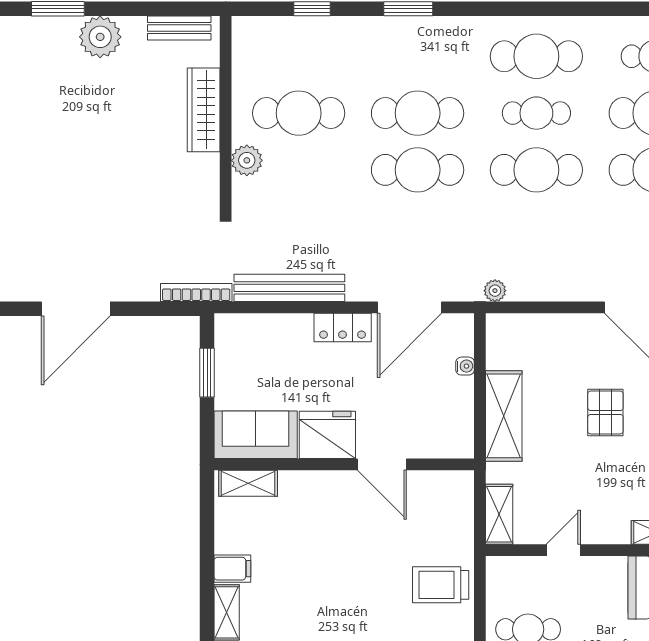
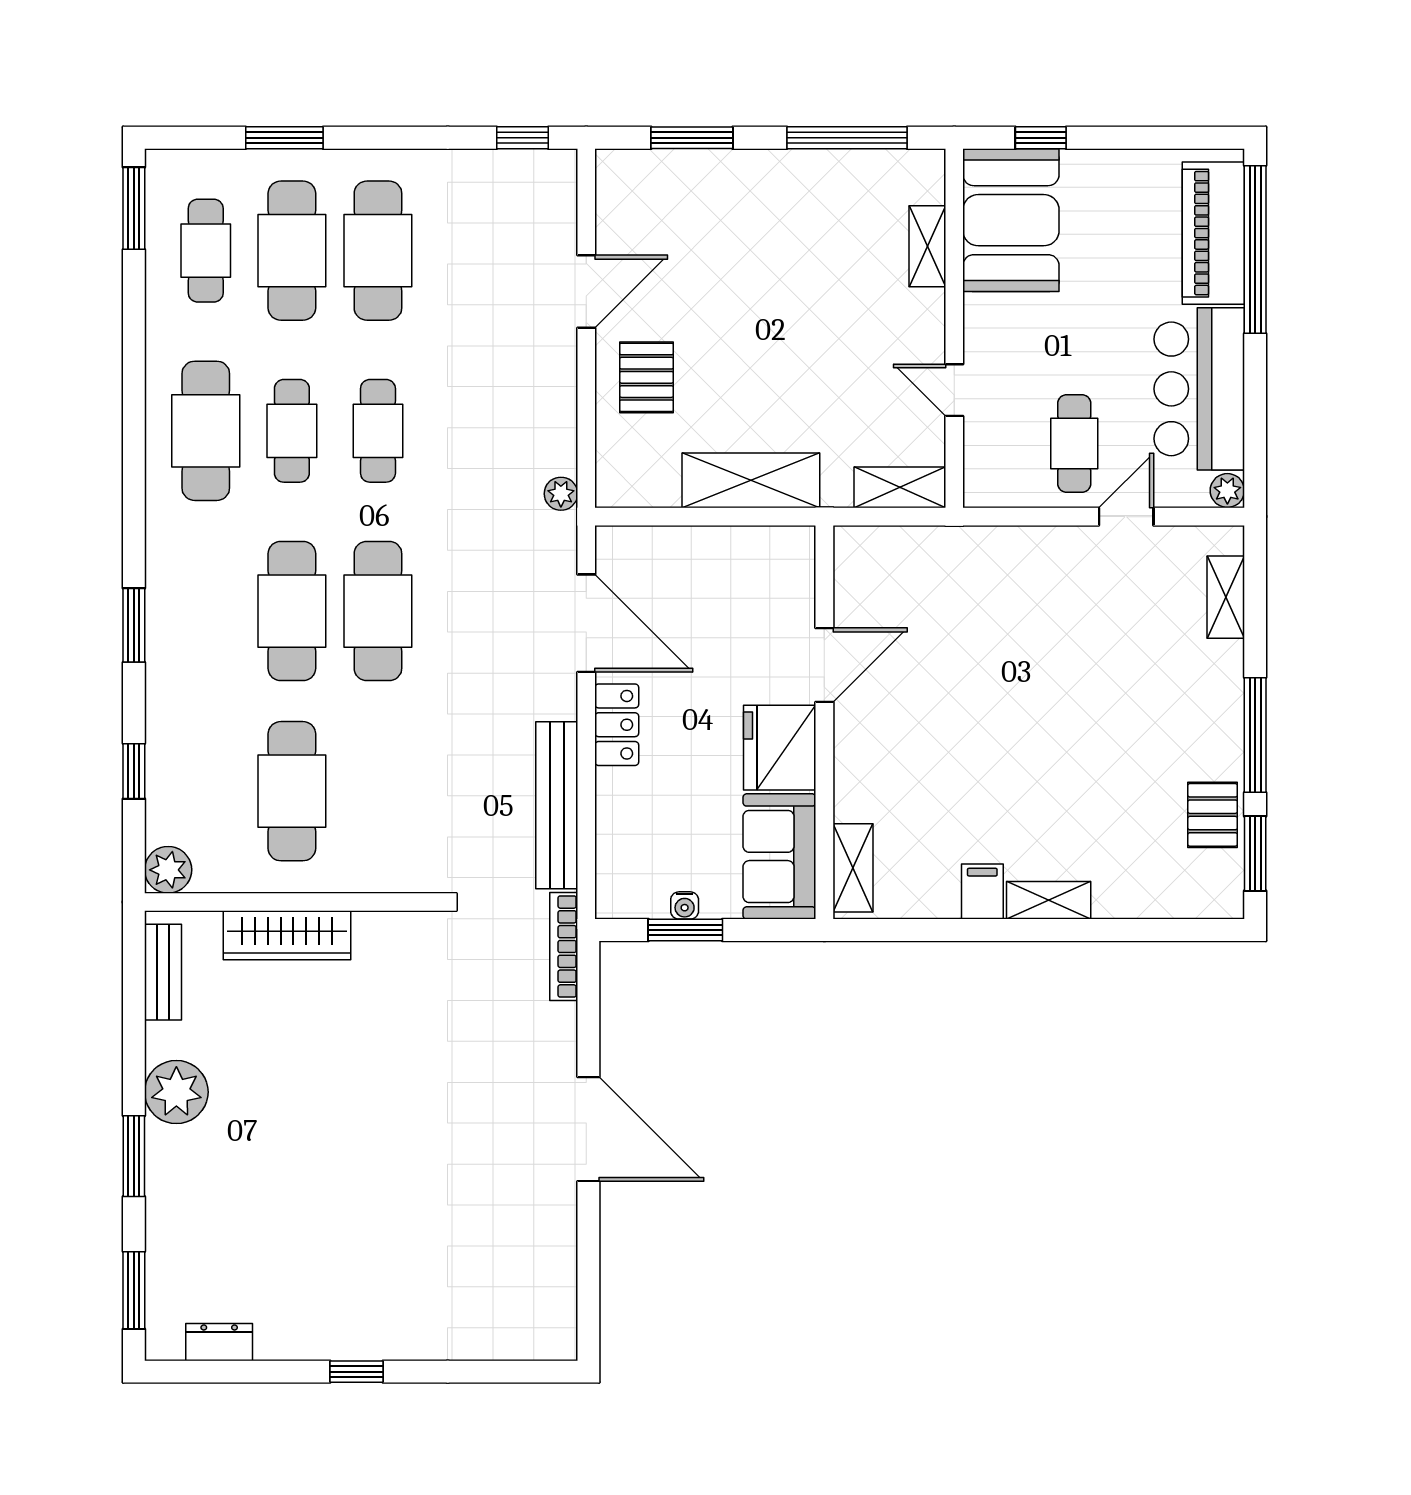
plant: (247, 160) -> (168, 870), moved
cafe table: (536, 170) -> (378, 431), width x0.73, depth x0.74
water cooler: (465, 366) -> (685, 905), moved, turned 180
pallet: (605, 412) -> (646, 377), moved, turned 90
trolley: (441, 585) -> (1007, 576), removed

